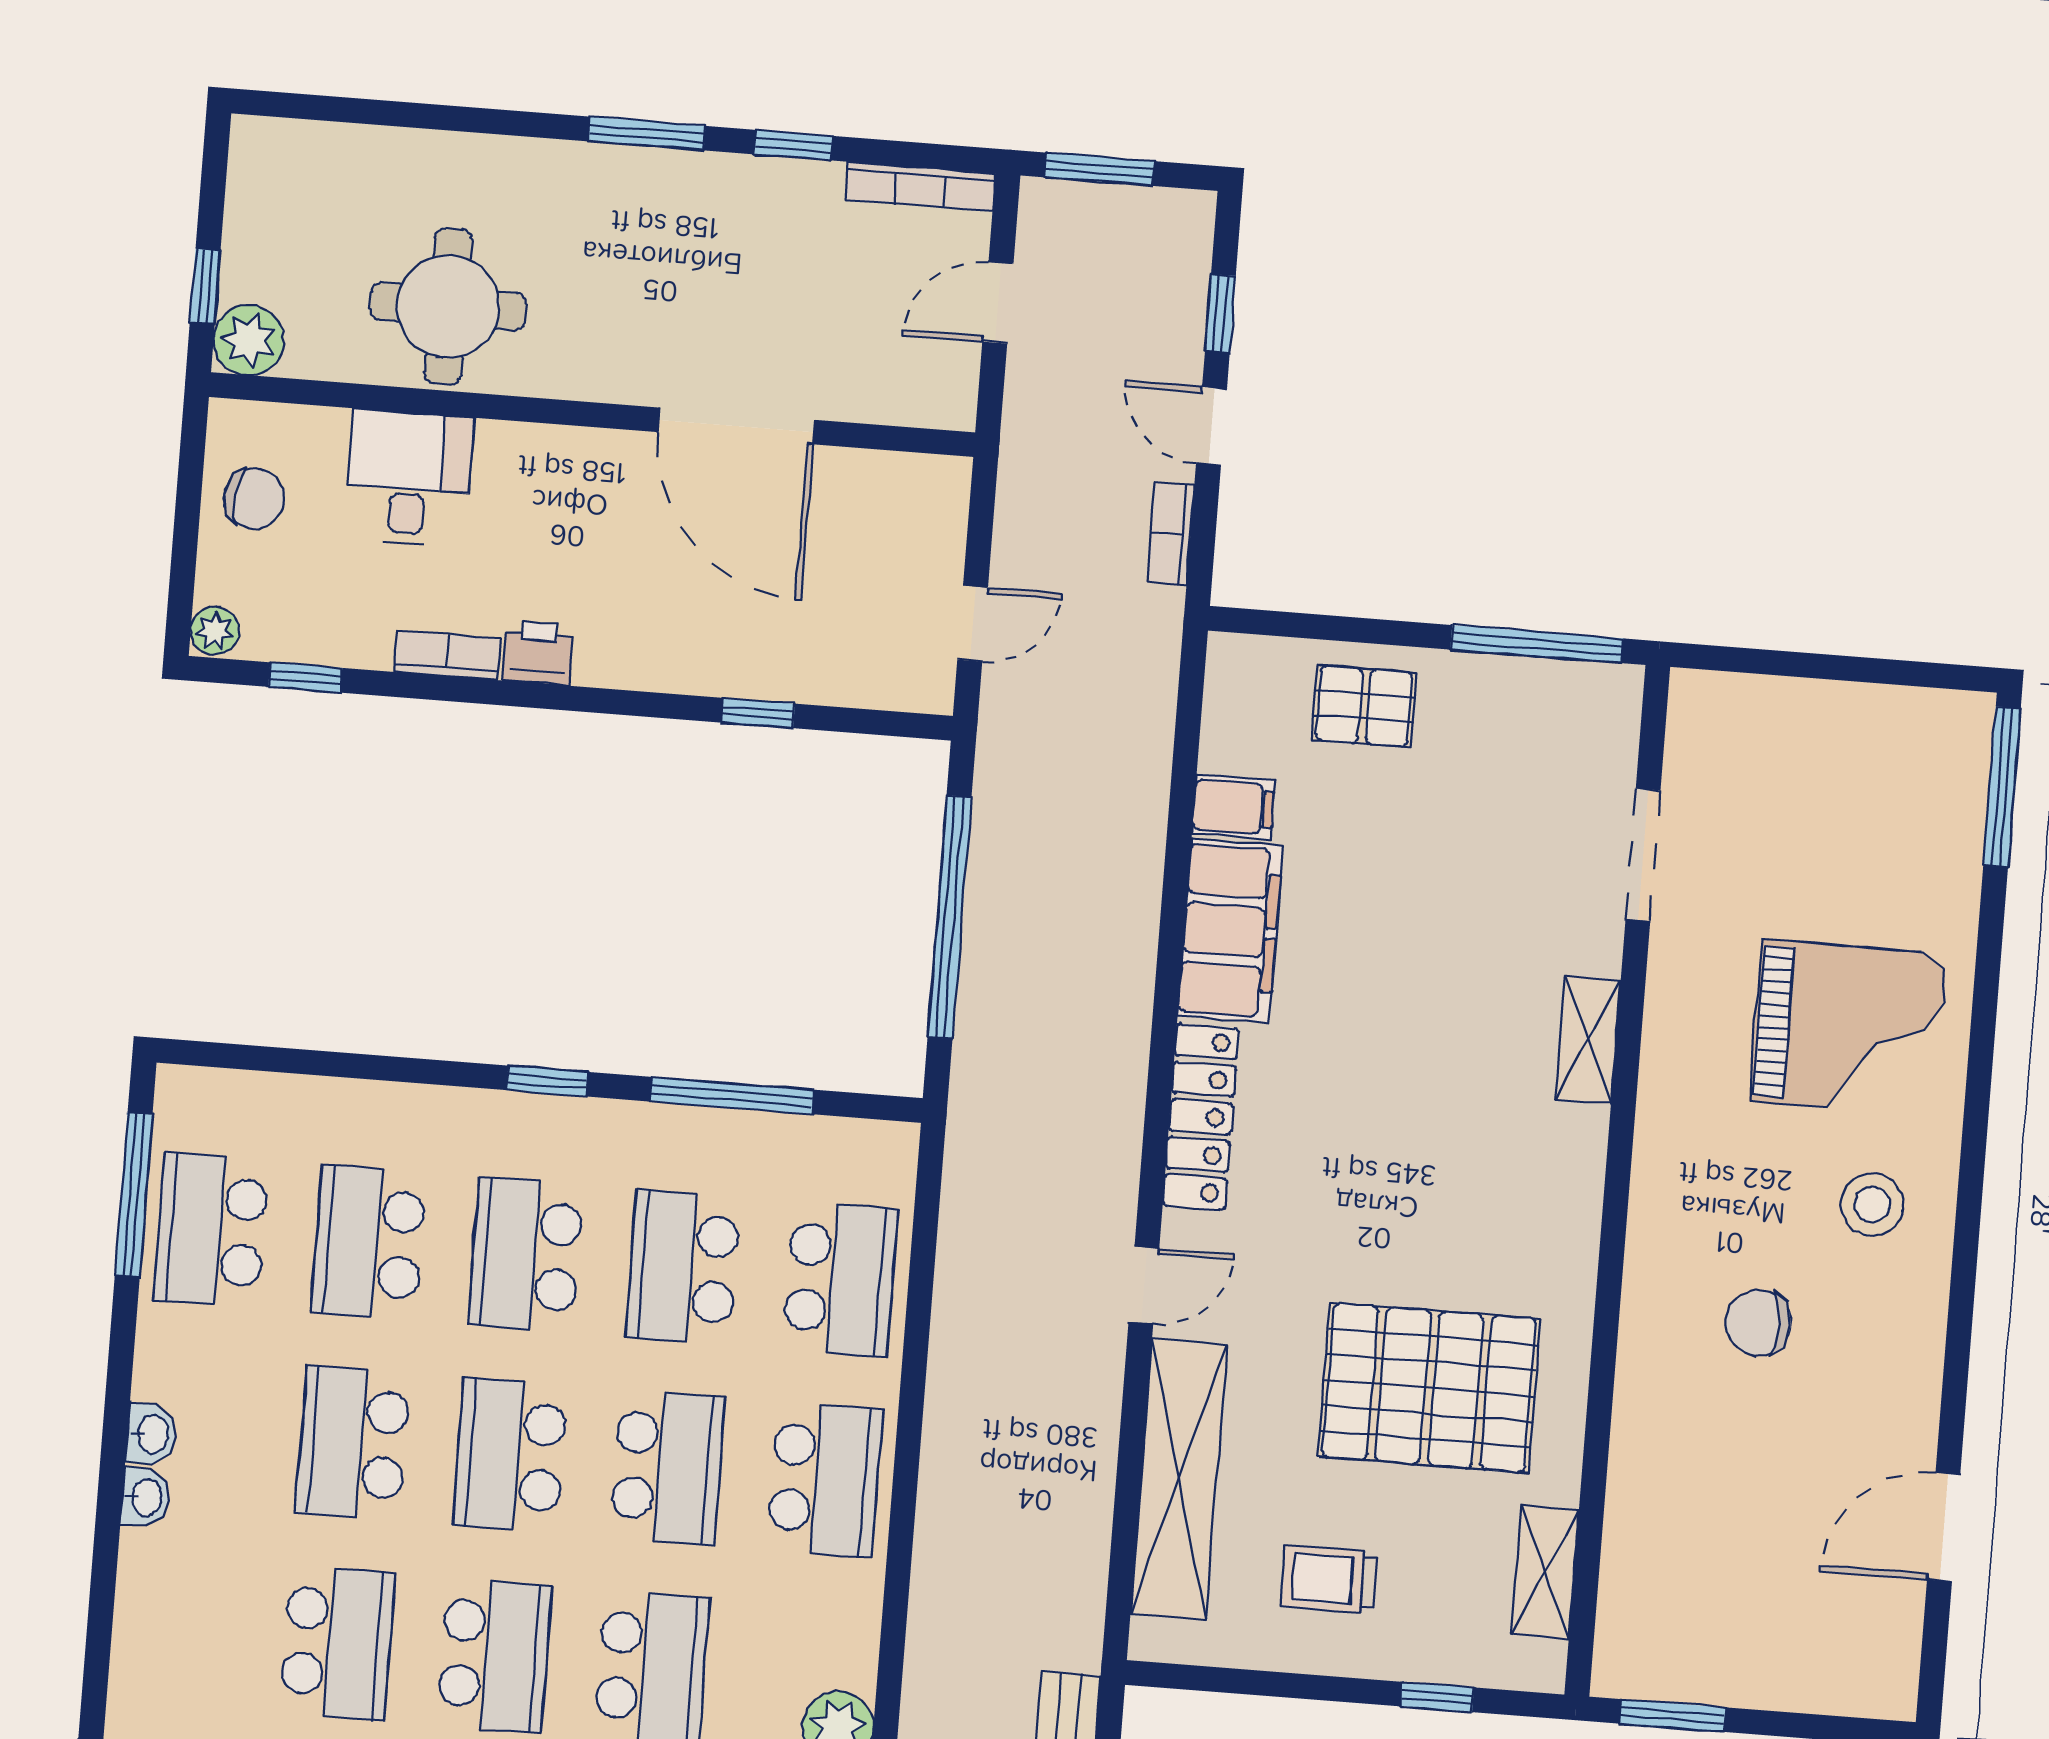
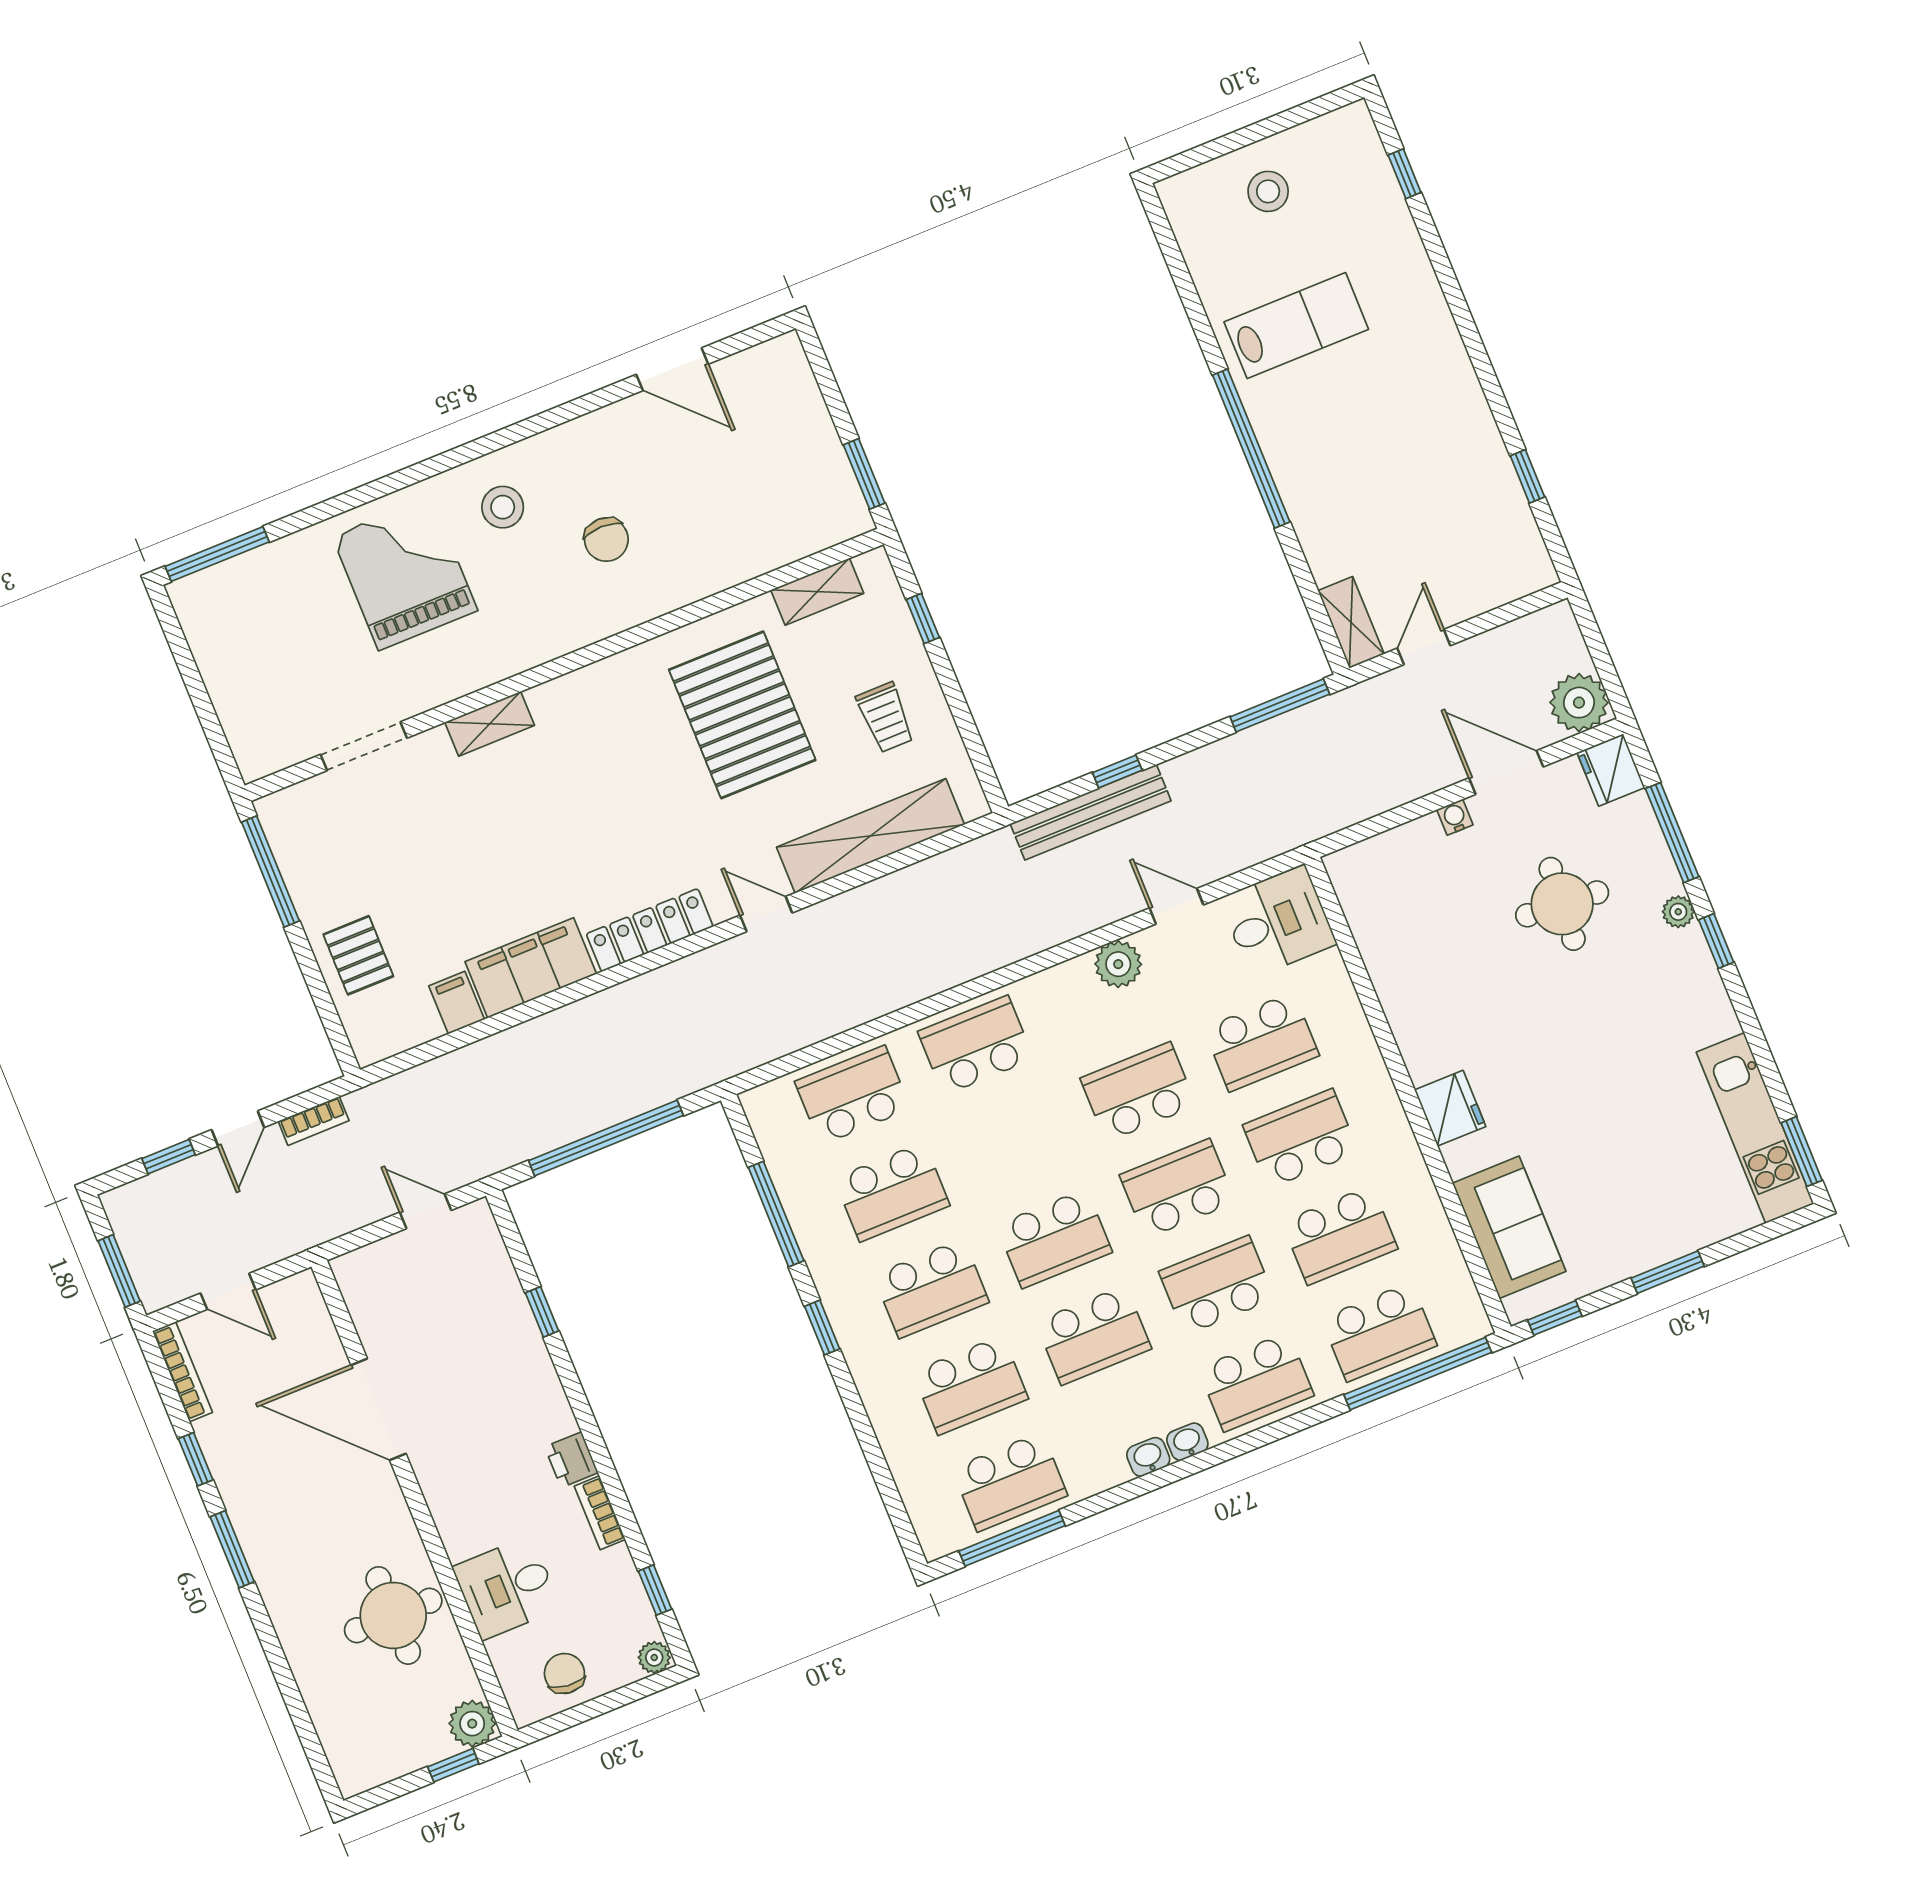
door: (737, 426) -> (378, 1409), swing flipped
school desk: (667, 1467) -> (1256, 1382), moved, turned 180

